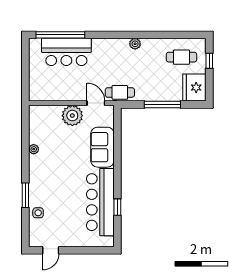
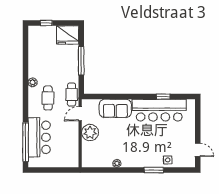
cafe table: (181, 57) -> (48, 98), moved

